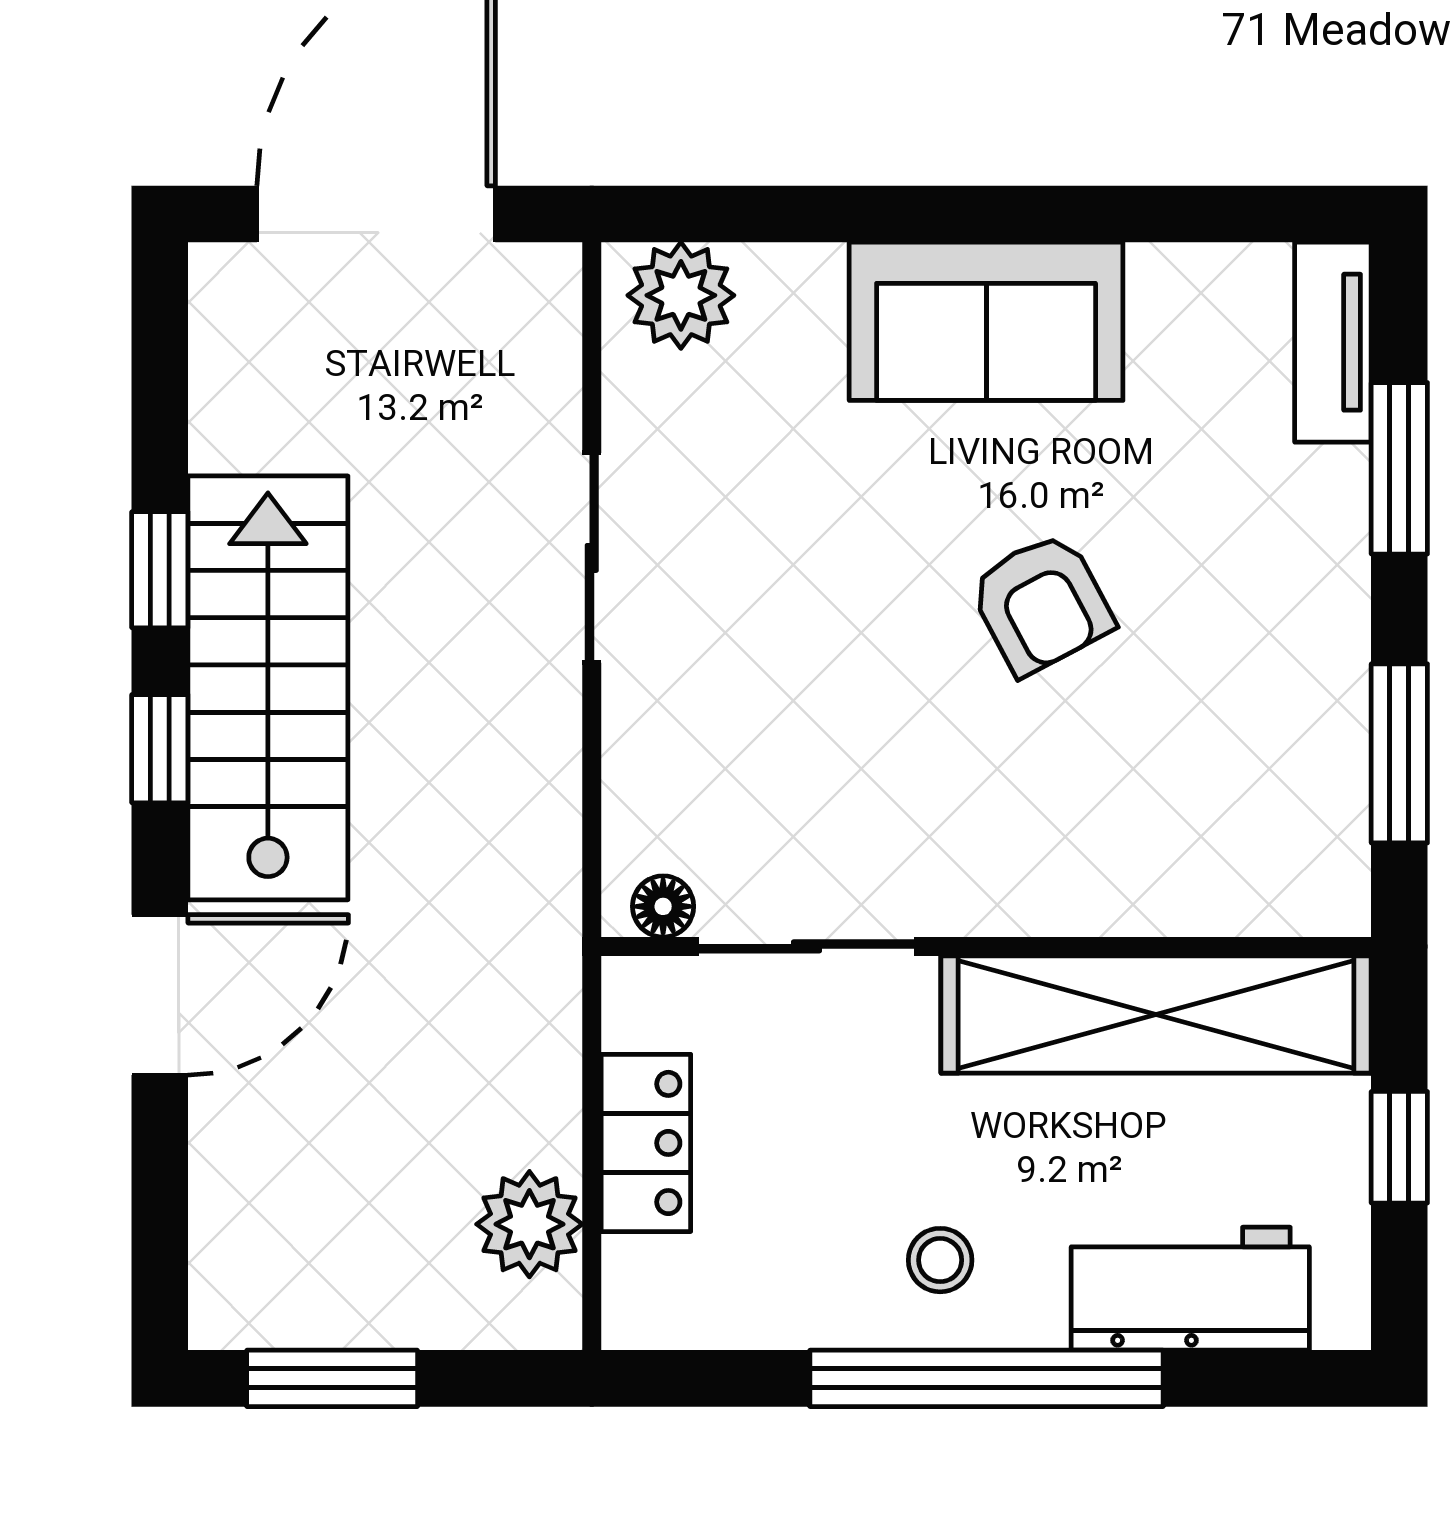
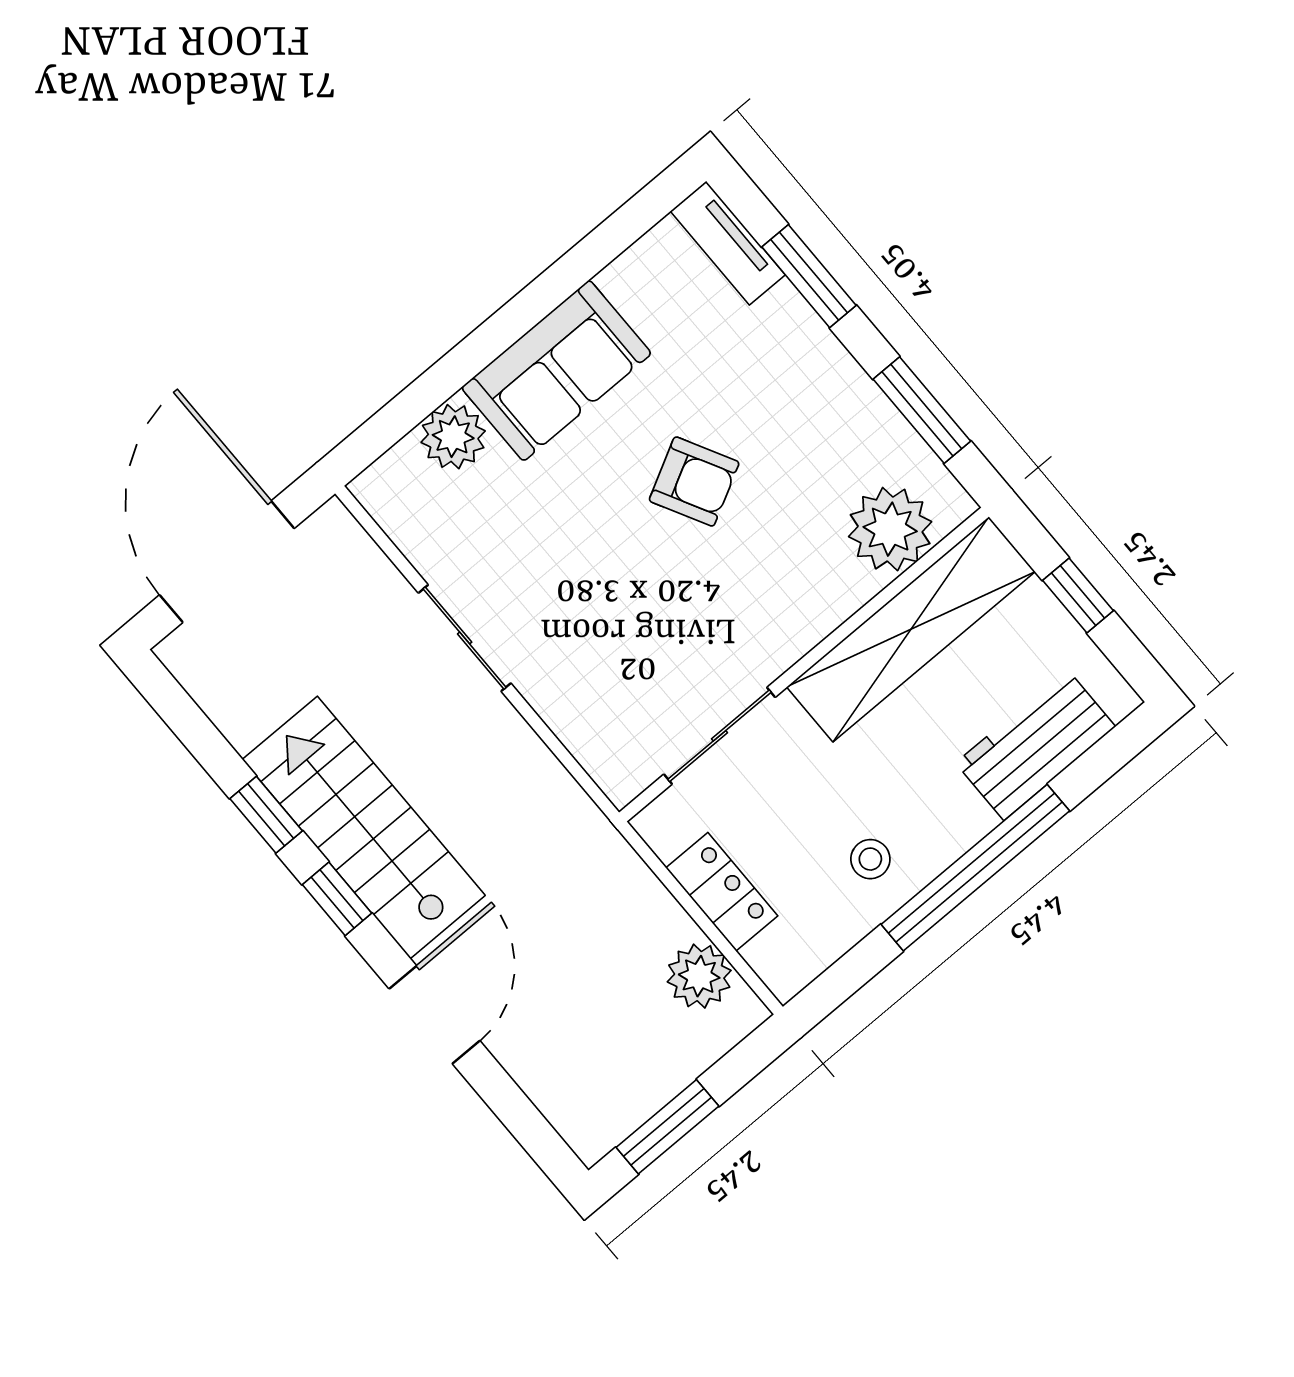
plant: (681, 295) -> (453, 437), moved
plant: (1235, 868) -> (890, 529), added
floor lamp: (663, 906) -> (636, 774), removed
stool: (940, 1260) -> (870, 859), moved

